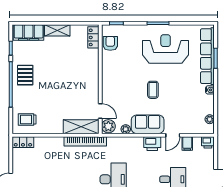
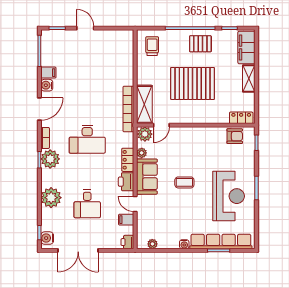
pallet: (62, 82) -> (193, 83), added
locker: (23, 142) -> (128, 160), moved

